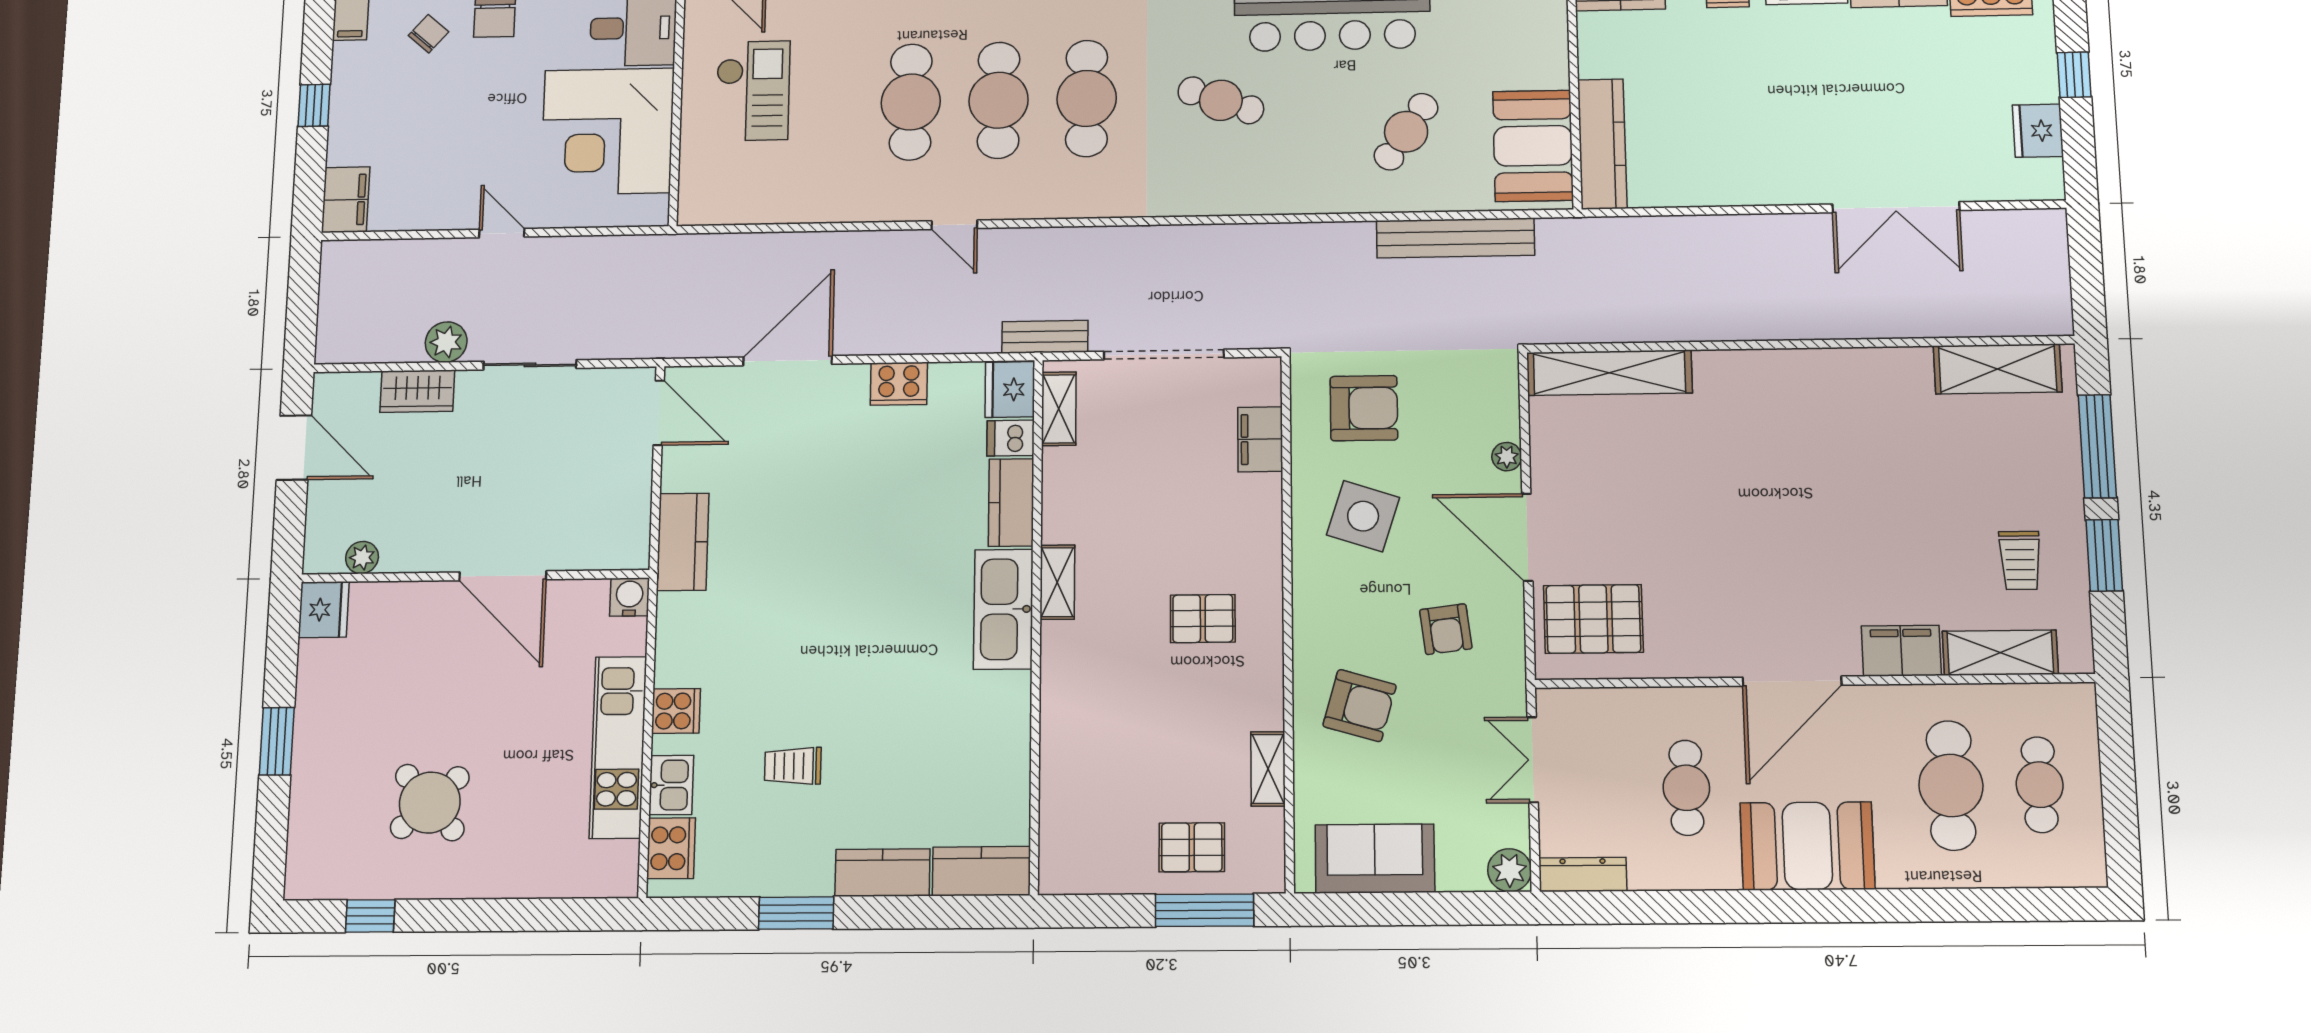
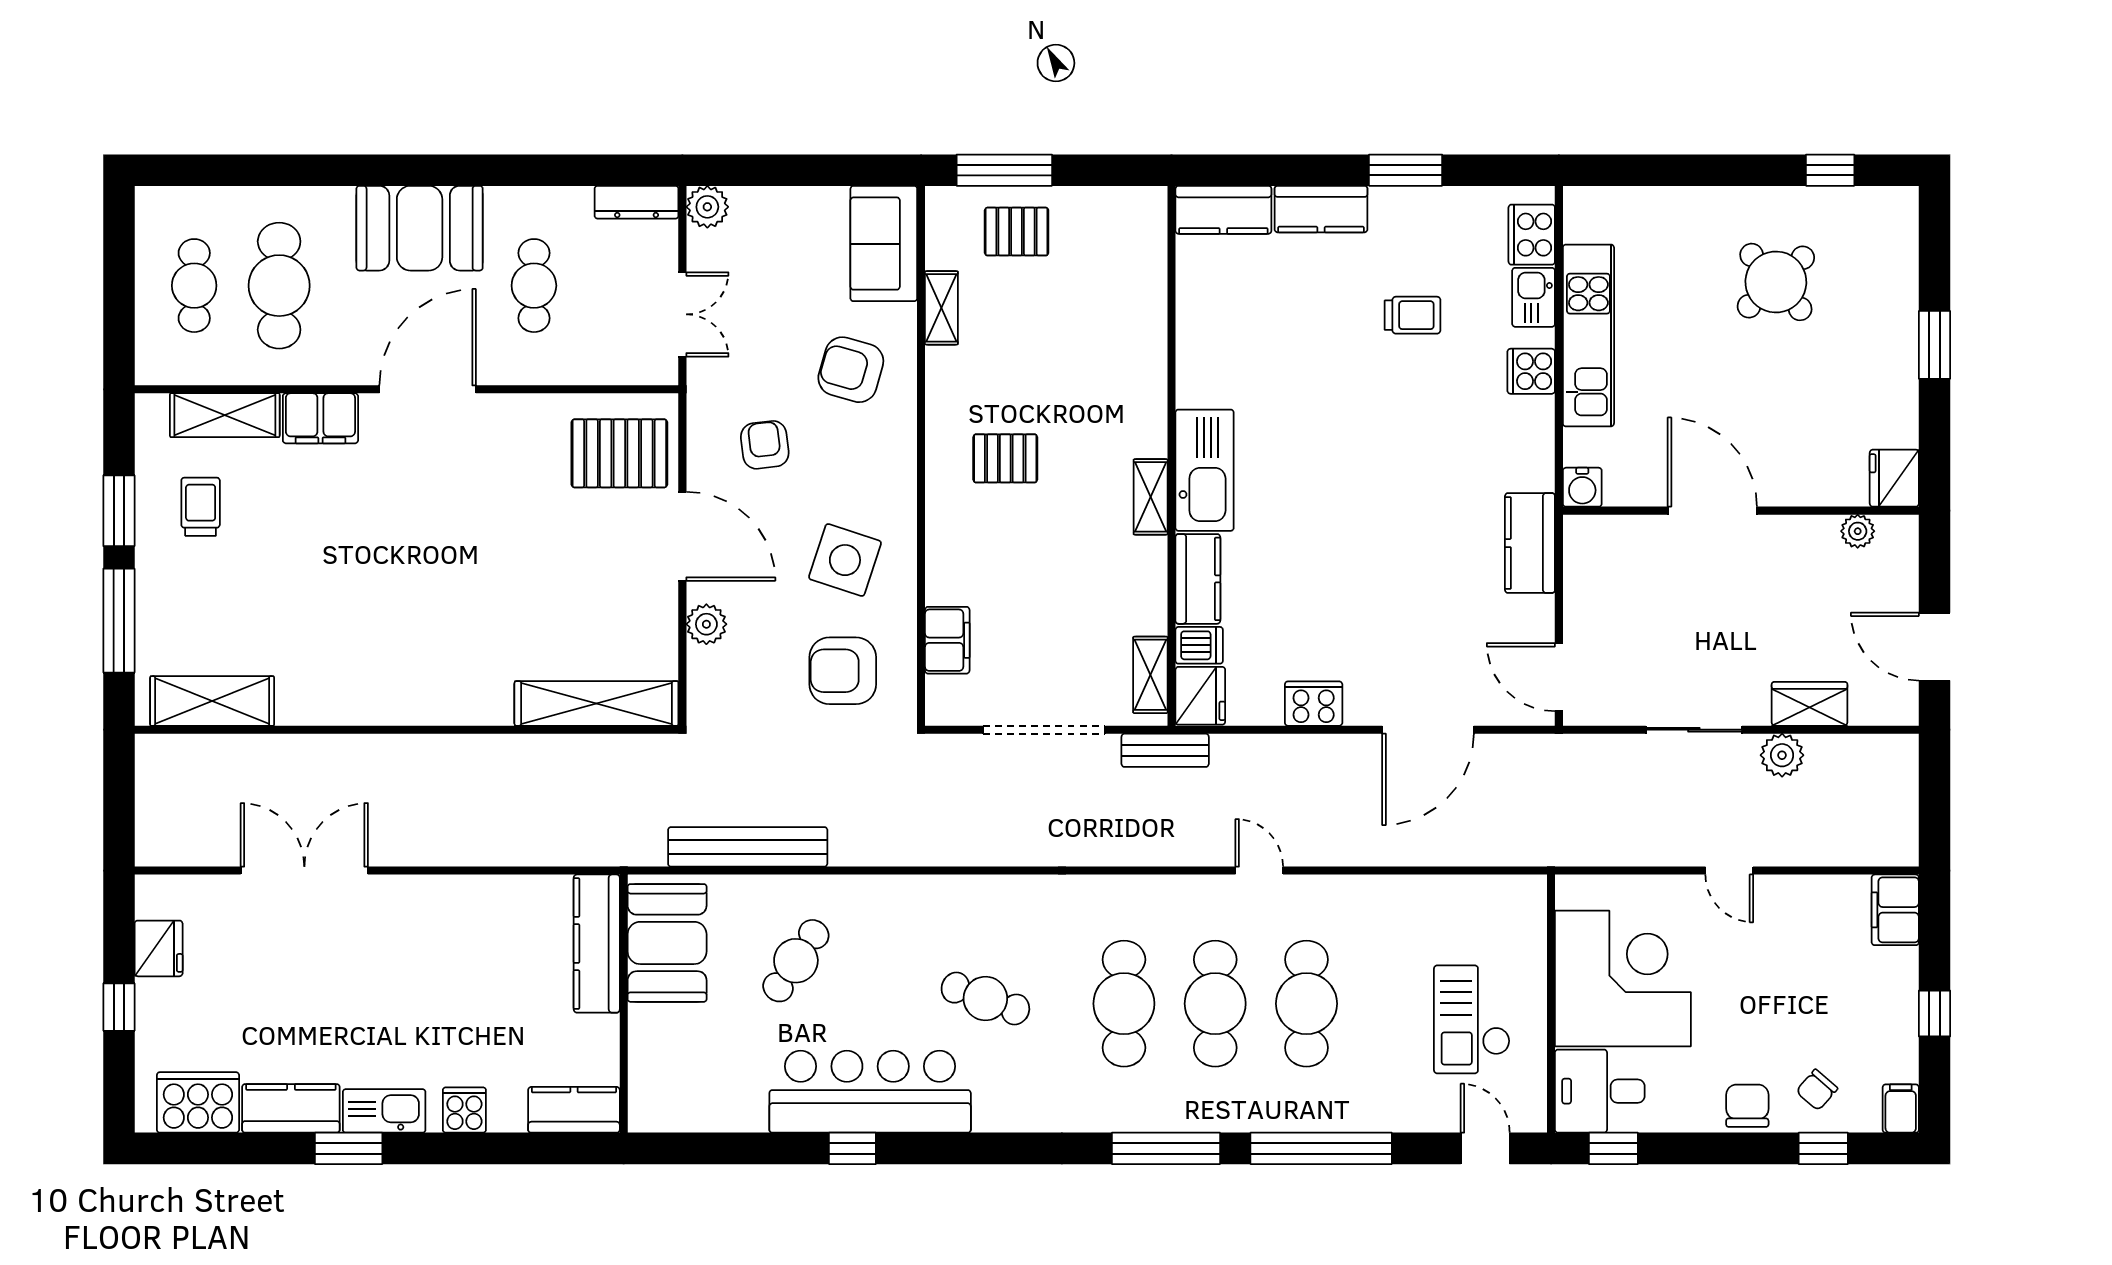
plant: (1507, 457) -> (706, 624), width x1.38, depth x1.38
sofa: (1375, 859) -> (884, 244), moved, turned 90

